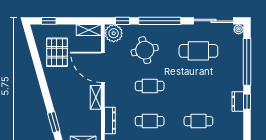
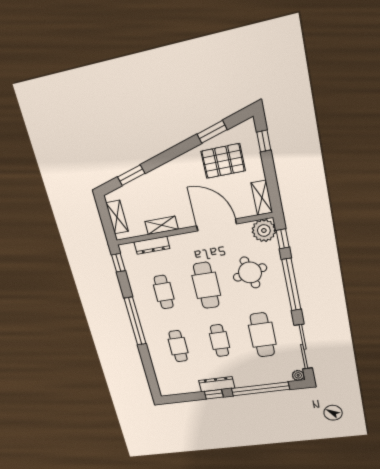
window: (35, 56) -> (212, 132), added
door: (103, 67) -> (216, 225), hinge flipped
cafe table: (150, 86) -> (206, 285), width x1.37, depth x1.35
cafe table: (198, 86) -> (220, 341), added
shelving: (96, 97) -> (162, 225), moved
dresser: (238, 102) -> (217, 384), width x1.44

